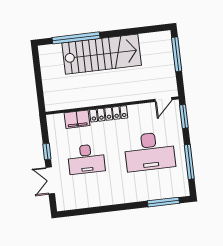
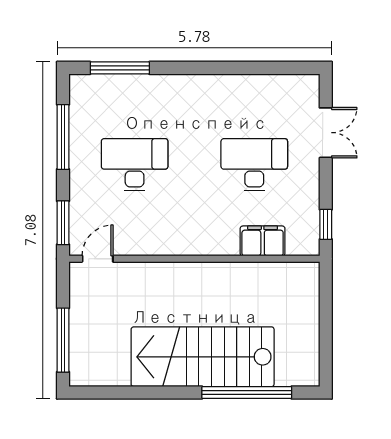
locker: (109, 114) -> (202, 244), removed
window: (47, 151) -> (326, 224), moved
desk: (150, 152) -> (135, 165), width x0.73, depth x0.77

